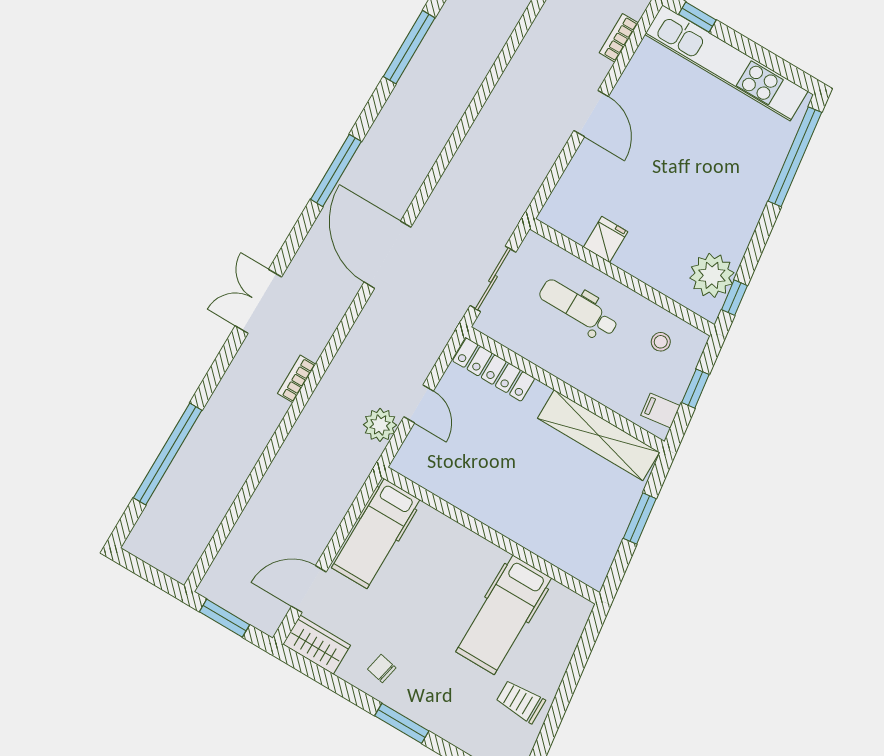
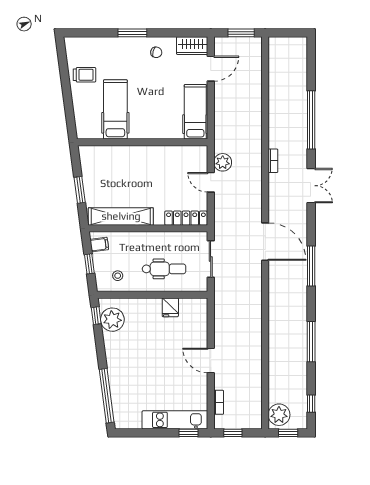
kitchen unit: (726, 63) -> (175, 420), width x0.73
window: (168, 454) -> (311, 120), moved

